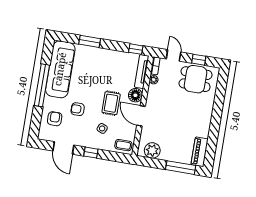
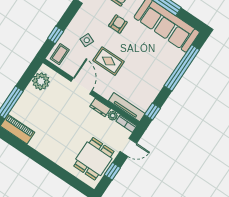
window: (90, 41) -> (182, 68), width x2.11
dresser: (152, 93) -> (100, 108), added
floor lamp: (135, 95) -> (105, 90), removed
door: (141, 116) -> (82, 86), hinge flipped
window: (91, 153) -> (56, 35), moved

